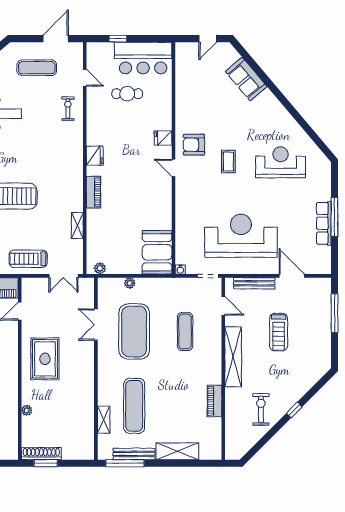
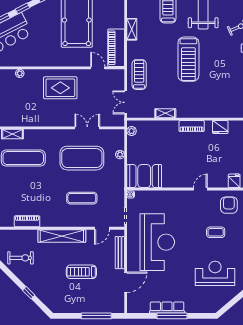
reception desk: (281, 162) -> (215, 273), turned -90
door: (173, 168) -> (200, 189), moved
window: (294, 410) -> (29, 293), moved

